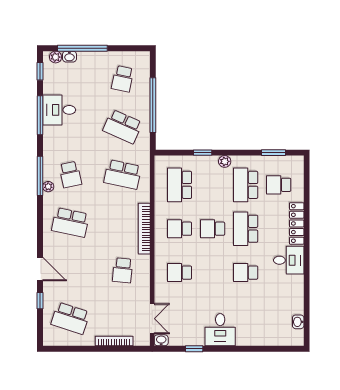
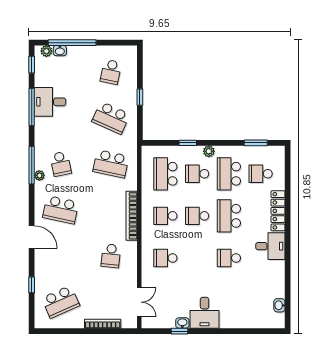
window: (153, 105) -> (140, 97), width x0.32
school desk: (213, 185) -> (197, 174), added
door: (40, 269) -> (32, 237), moved
school desk: (70, 318) -> (61, 302), turned -42
washbasin: (161, 340) -> (182, 323), moved

